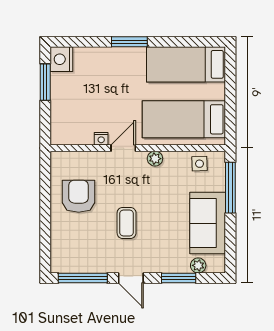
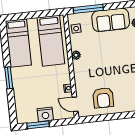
nightstand: (61, 59) -> (45, 114), moved
door: (123, 148) -> (75, 104), moved
armchair: (79, 196) -> (103, 98), turned -90
coffee table: (127, 223) -> (116, 68), removed

